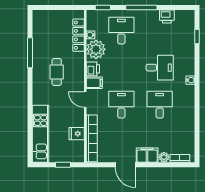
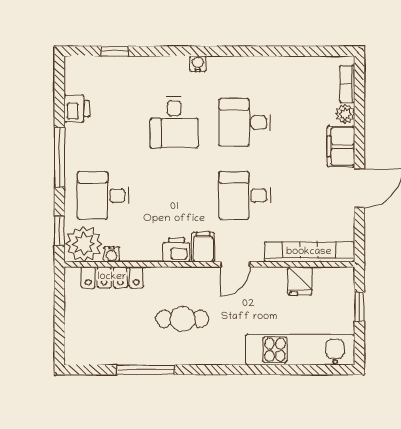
plant: (96, 49) -> (84, 244), moved
desk: (160, 68) -> (174, 122), turned 180

